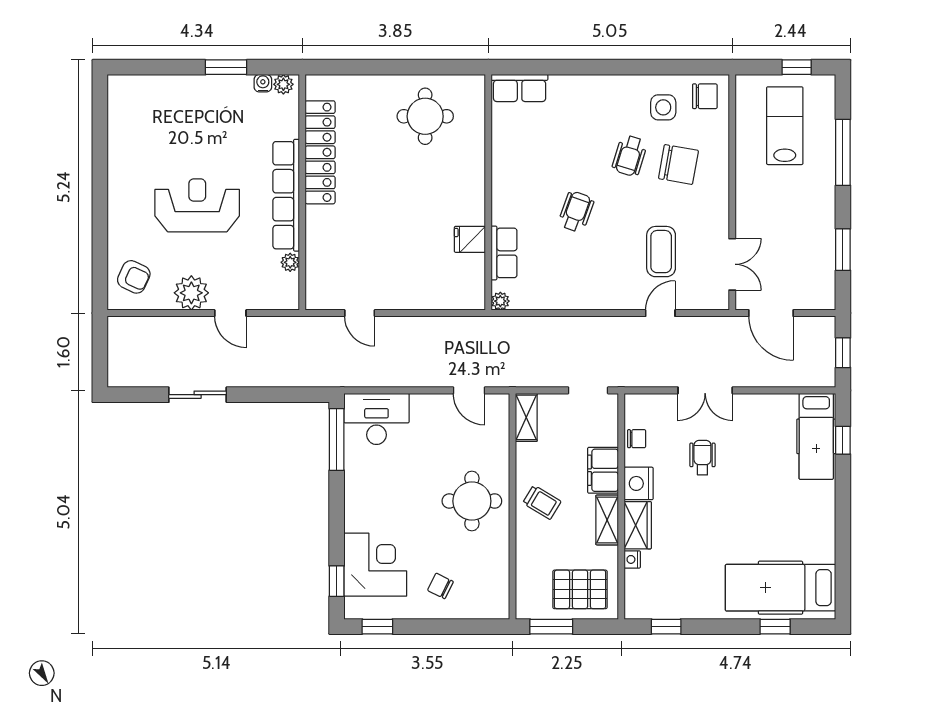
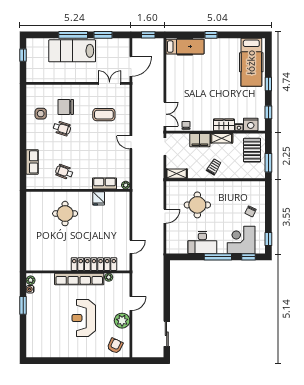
row of seats: (520, 88) -> (32, 162), moved
chair: (705, 96) -> (36, 95), removed
round table: (425, 116) -> (65, 214), moved
lab bench: (785, 126) -> (72, 51), moved, width x1.36, depth x1.39
locker: (320, 152) -> (94, 264), moved
window: (843, 152) -> (73, 35), moved
chair: (678, 164) -> (66, 107), turned -100
wheelchair: (576, 212) -> (64, 172), moved
door: (660, 313) -> (131, 142), moved
door: (469, 390) -> (165, 216), moved
double door: (705, 390) -> (165, 114), moved
sliding door: (198, 395) -> (167, 334), moved
desk: (376, 419) -> (202, 242), moved, turned -90
window: (337, 439) -> (218, 257), moved
window: (843, 440) -> (211, 35), moved
wheelchair: (702, 458) -> (194, 96), removed
nightstand: (639, 483) -> (251, 124), moved
round table: (472, 501) -> (197, 205), moved
window: (775, 627) -> (268, 84), moved

